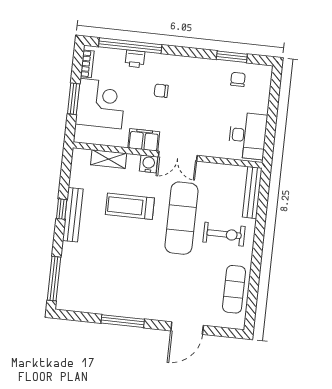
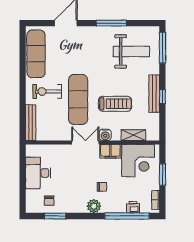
printer: (135, 59) -> (133, 207), moved
plant: (175, 65) -> (94, 206), added
corner desk: (101, 104) -> (138, 161), moved, turned -90
desk: (248, 136) -> (38, 173), moved
weight bench: (99, 278) -> (131, 51), added
exercise mat: (234, 289) -> (36, 54), width x1.36, depth x1.45

